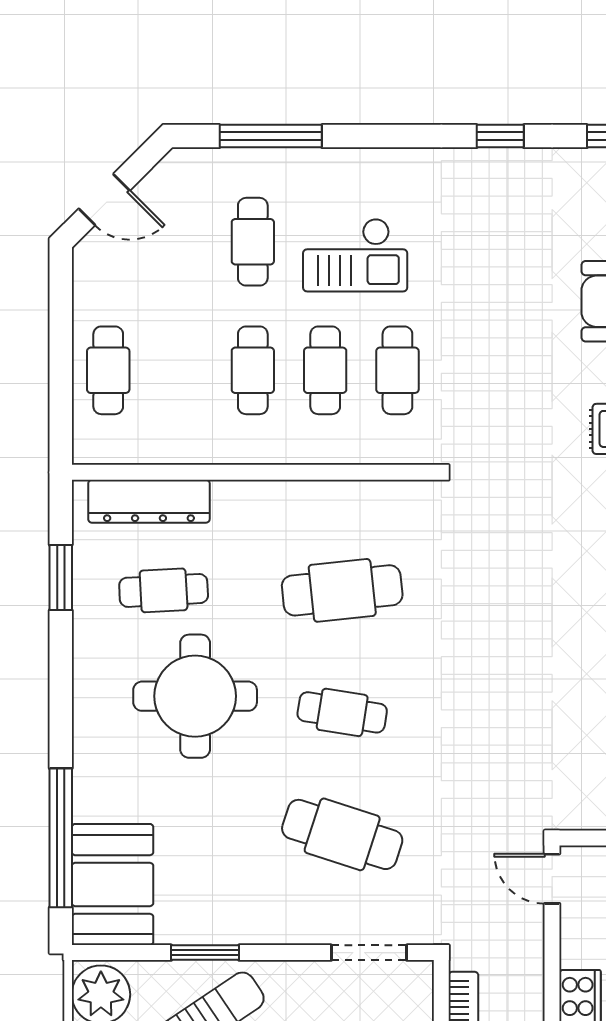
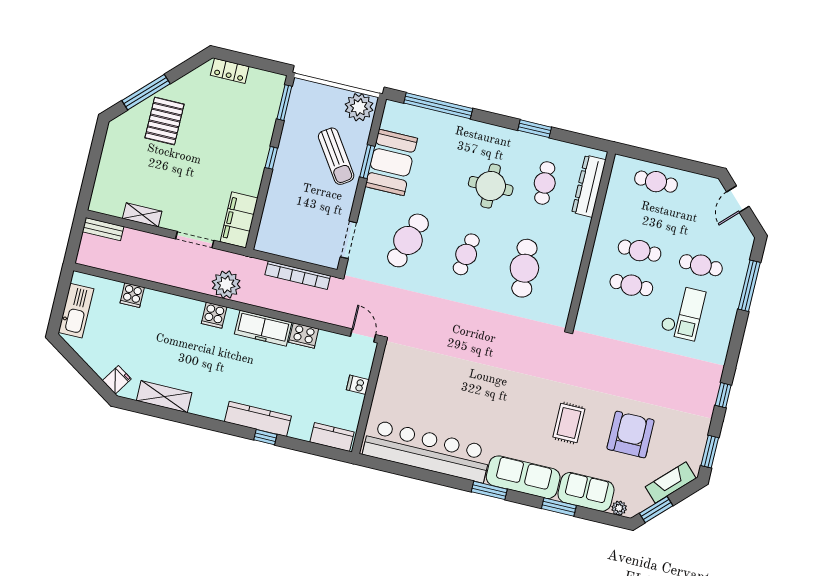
checkout: (355, 255) -> (683, 312), turned 180
cafe table: (397, 370) -> (623, 320), removed
window: (61, 577) -> (535, 129), moved
round table: (195, 696) -> (491, 186), width x0.73, depth x0.73
door: (552, 879) -> (363, 336), hinge flipped
booth: (113, 884) -> (391, 162), moved, turned 90

